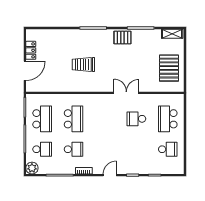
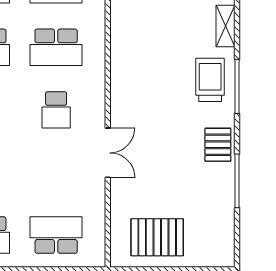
shelving: (172, 34) -> (226, 26), moved
trolley: (83, 64) -> (210, 80), moved
school desk: (136, 119) -> (56, 110), moved, turned 180

